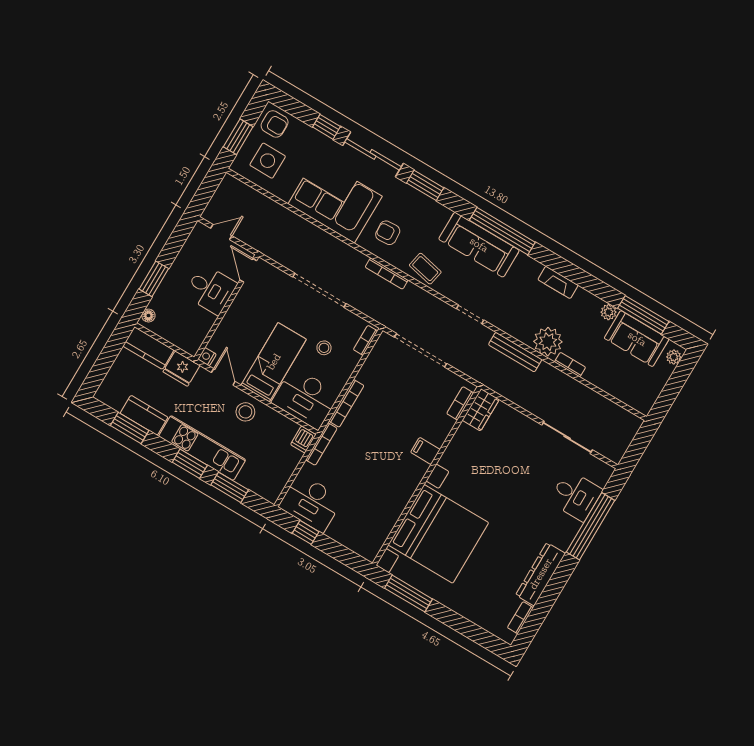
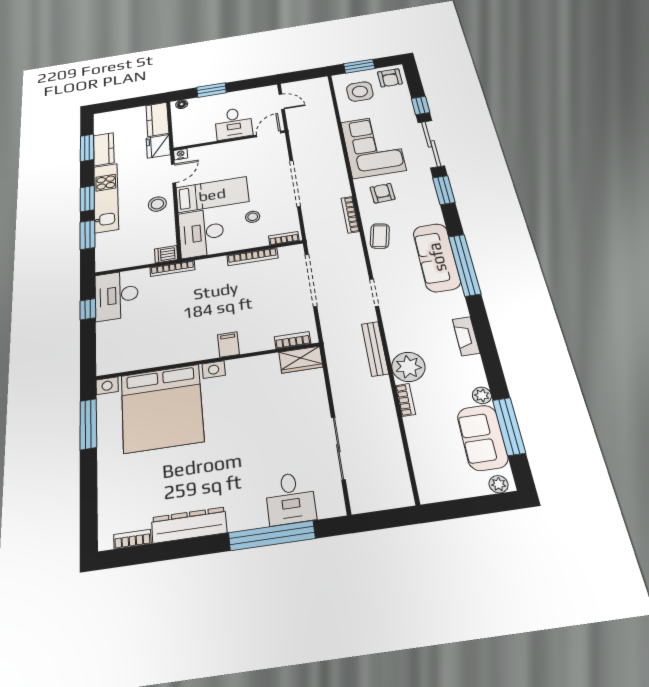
bookcase: (346, 403) -> (252, 257), moved

